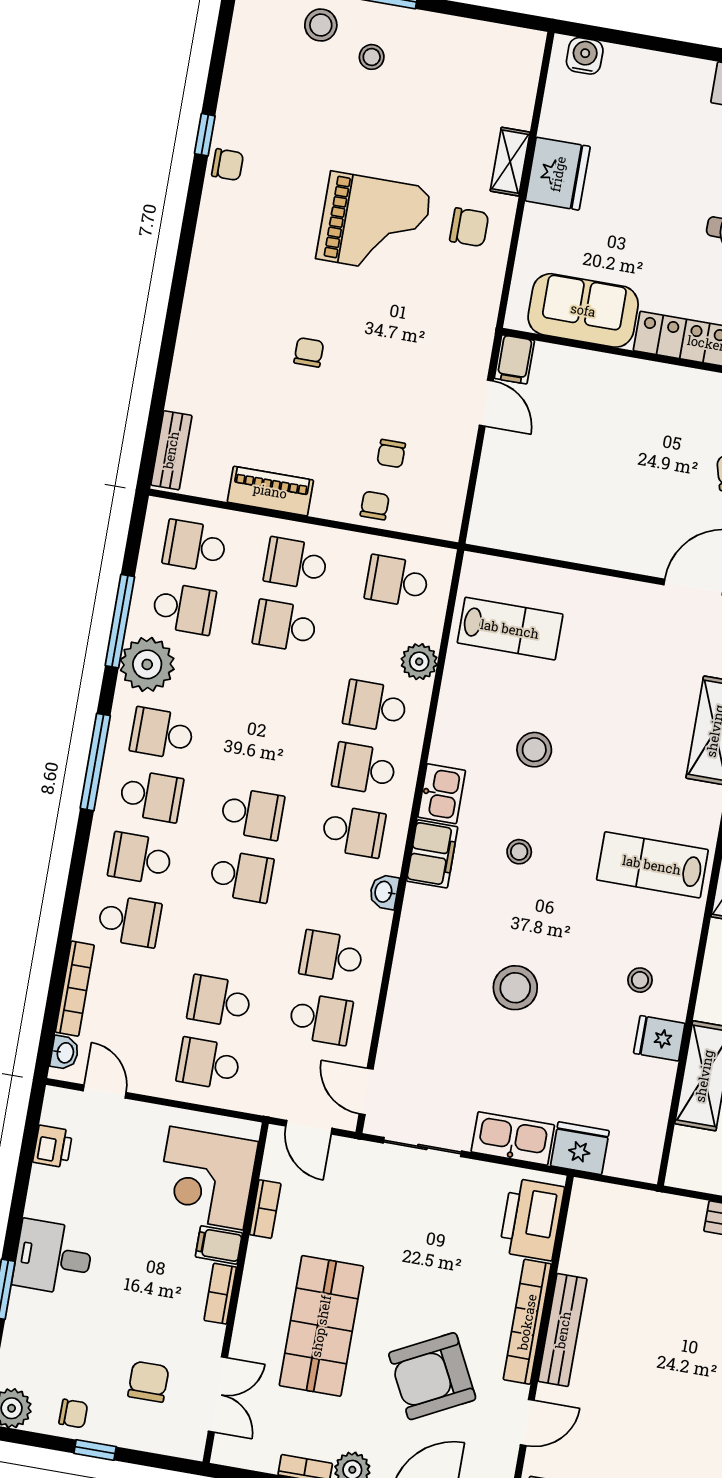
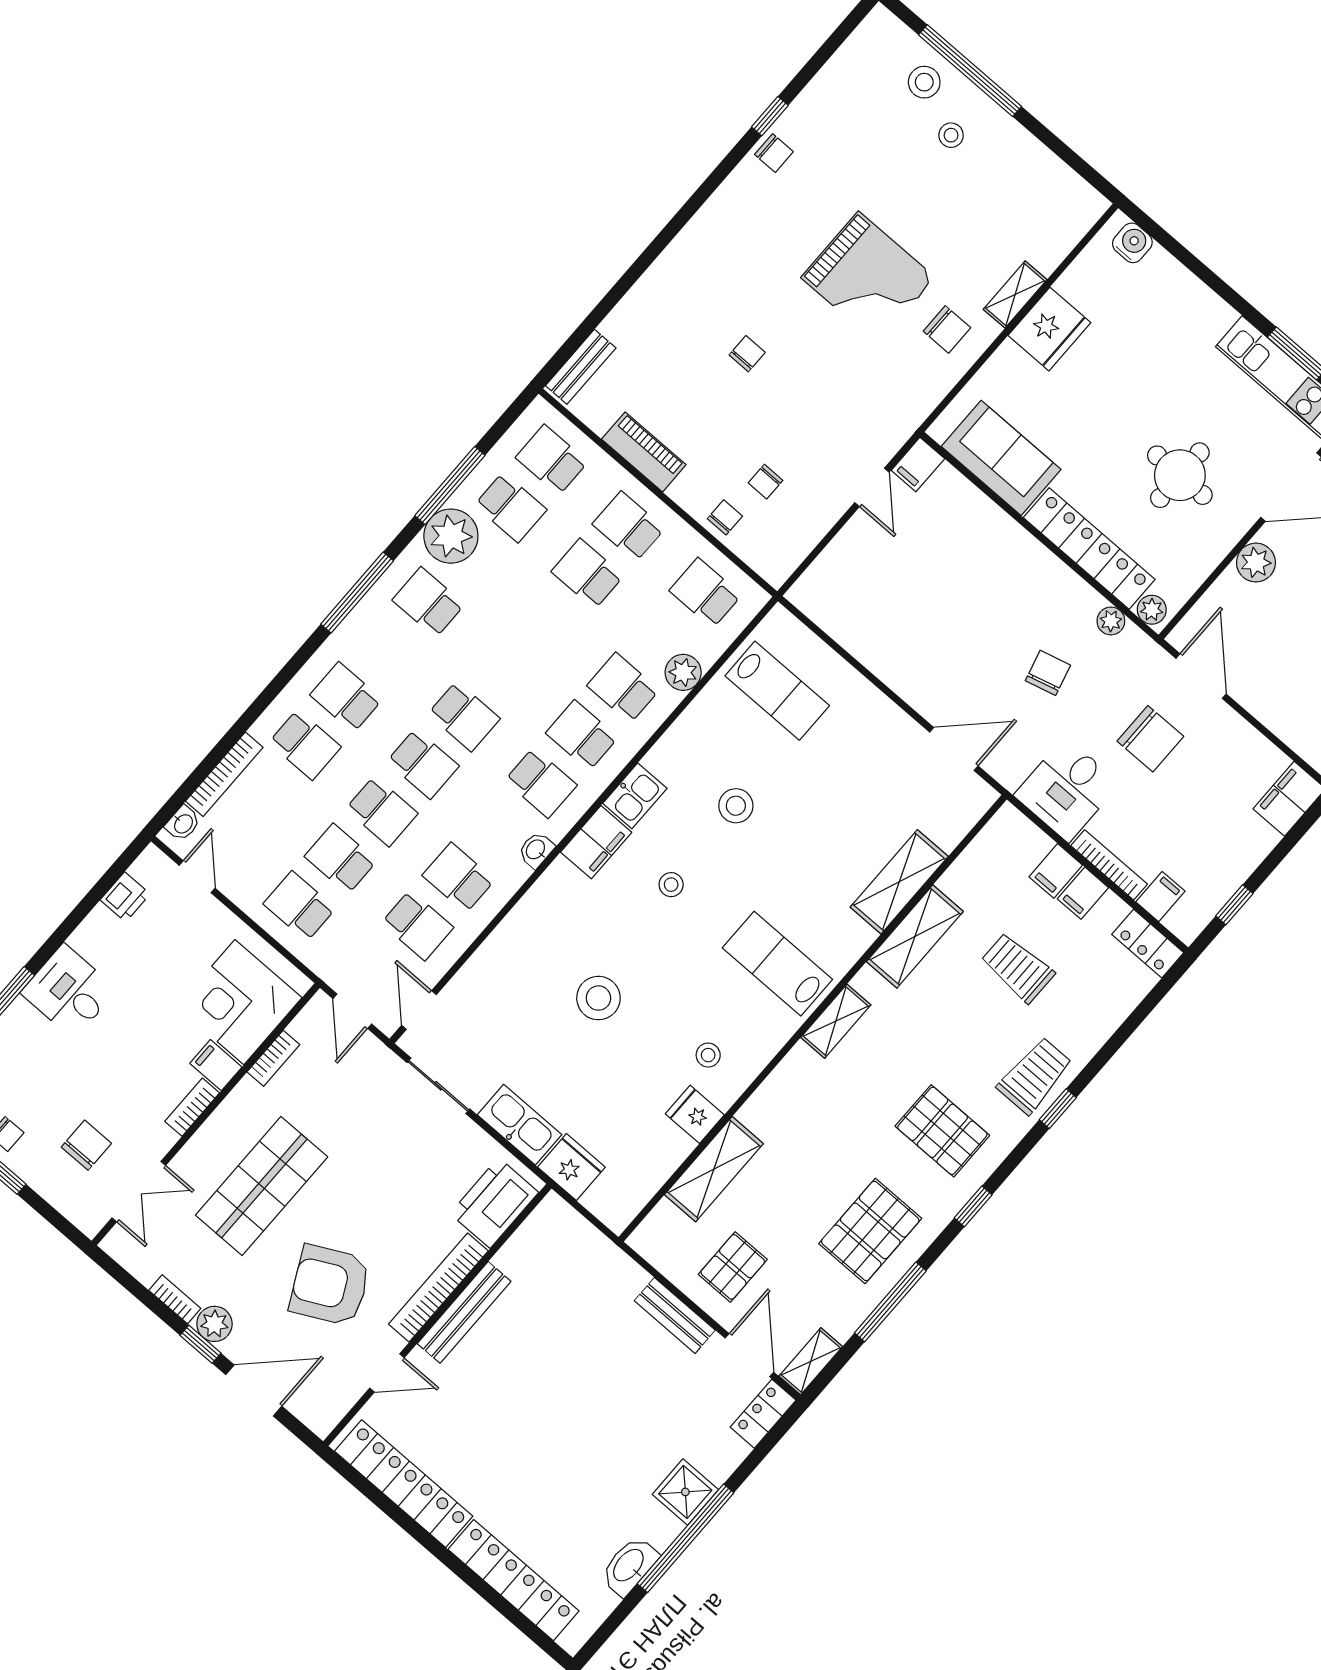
school desk: (151, 796) -> (382, 811), moved

